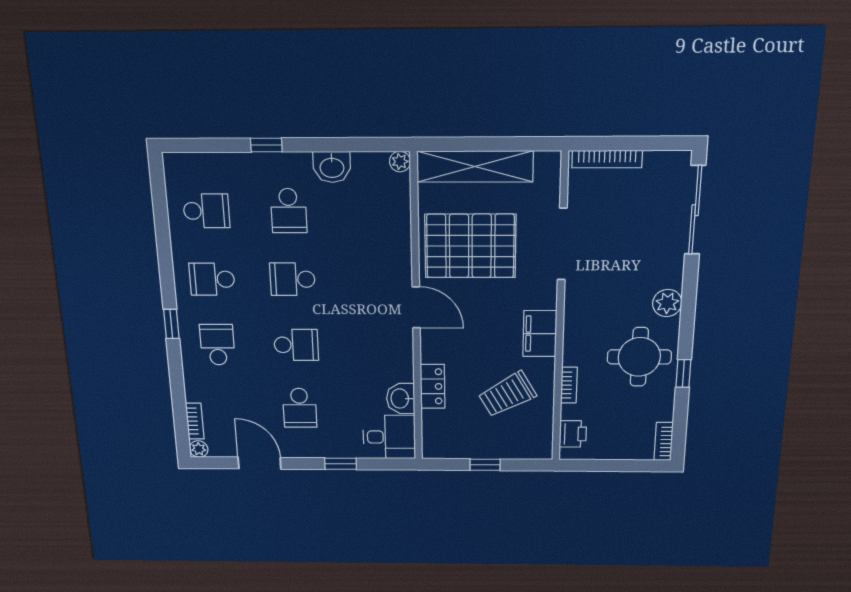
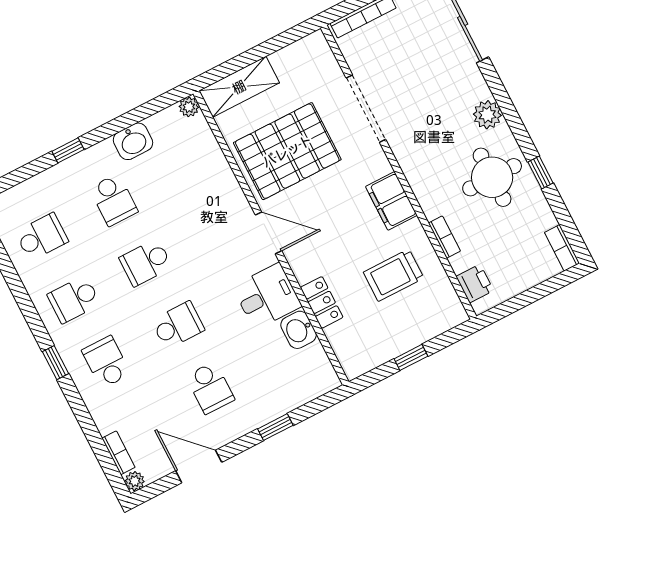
shelving: (475, 166) -> (239, 87), width x0.68
trolley: (507, 394) -> (394, 275), turned 30
desk: (389, 437) -> (267, 296), moved

